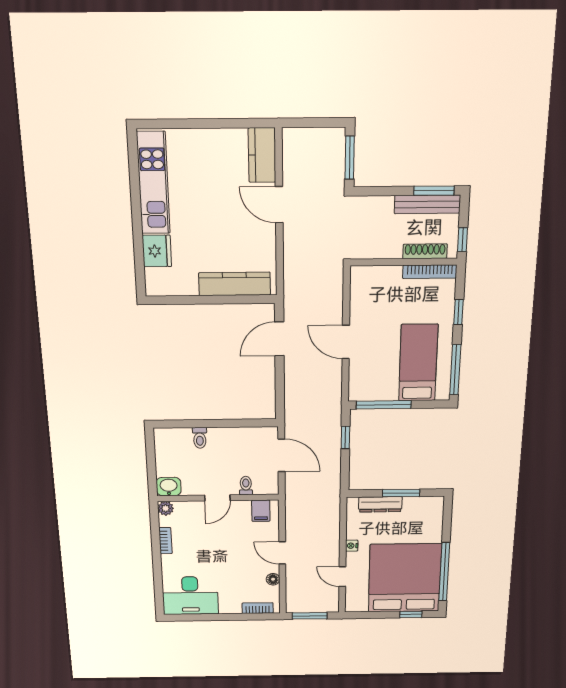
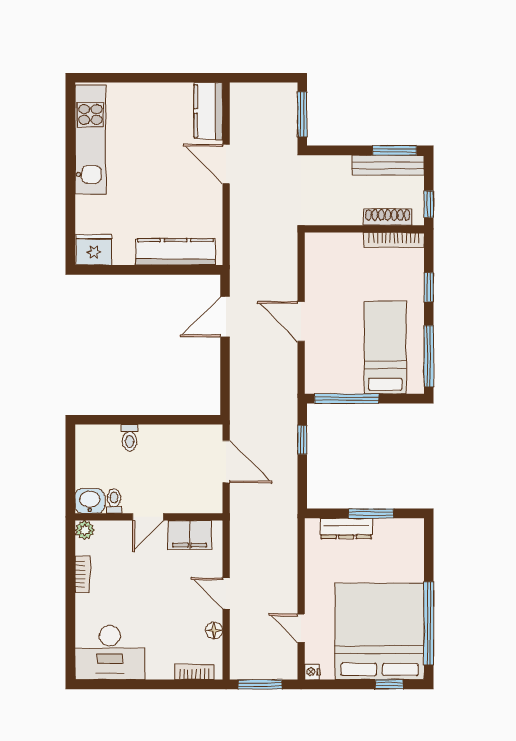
fridge: (157, 251) -> (94, 250), moved, turned -90
toilet: (246, 486) -> (114, 501), moved
filing cabinet: (261, 511) -> (190, 535), width x2.00
nightstand: (352, 546) -> (312, 672), moved

